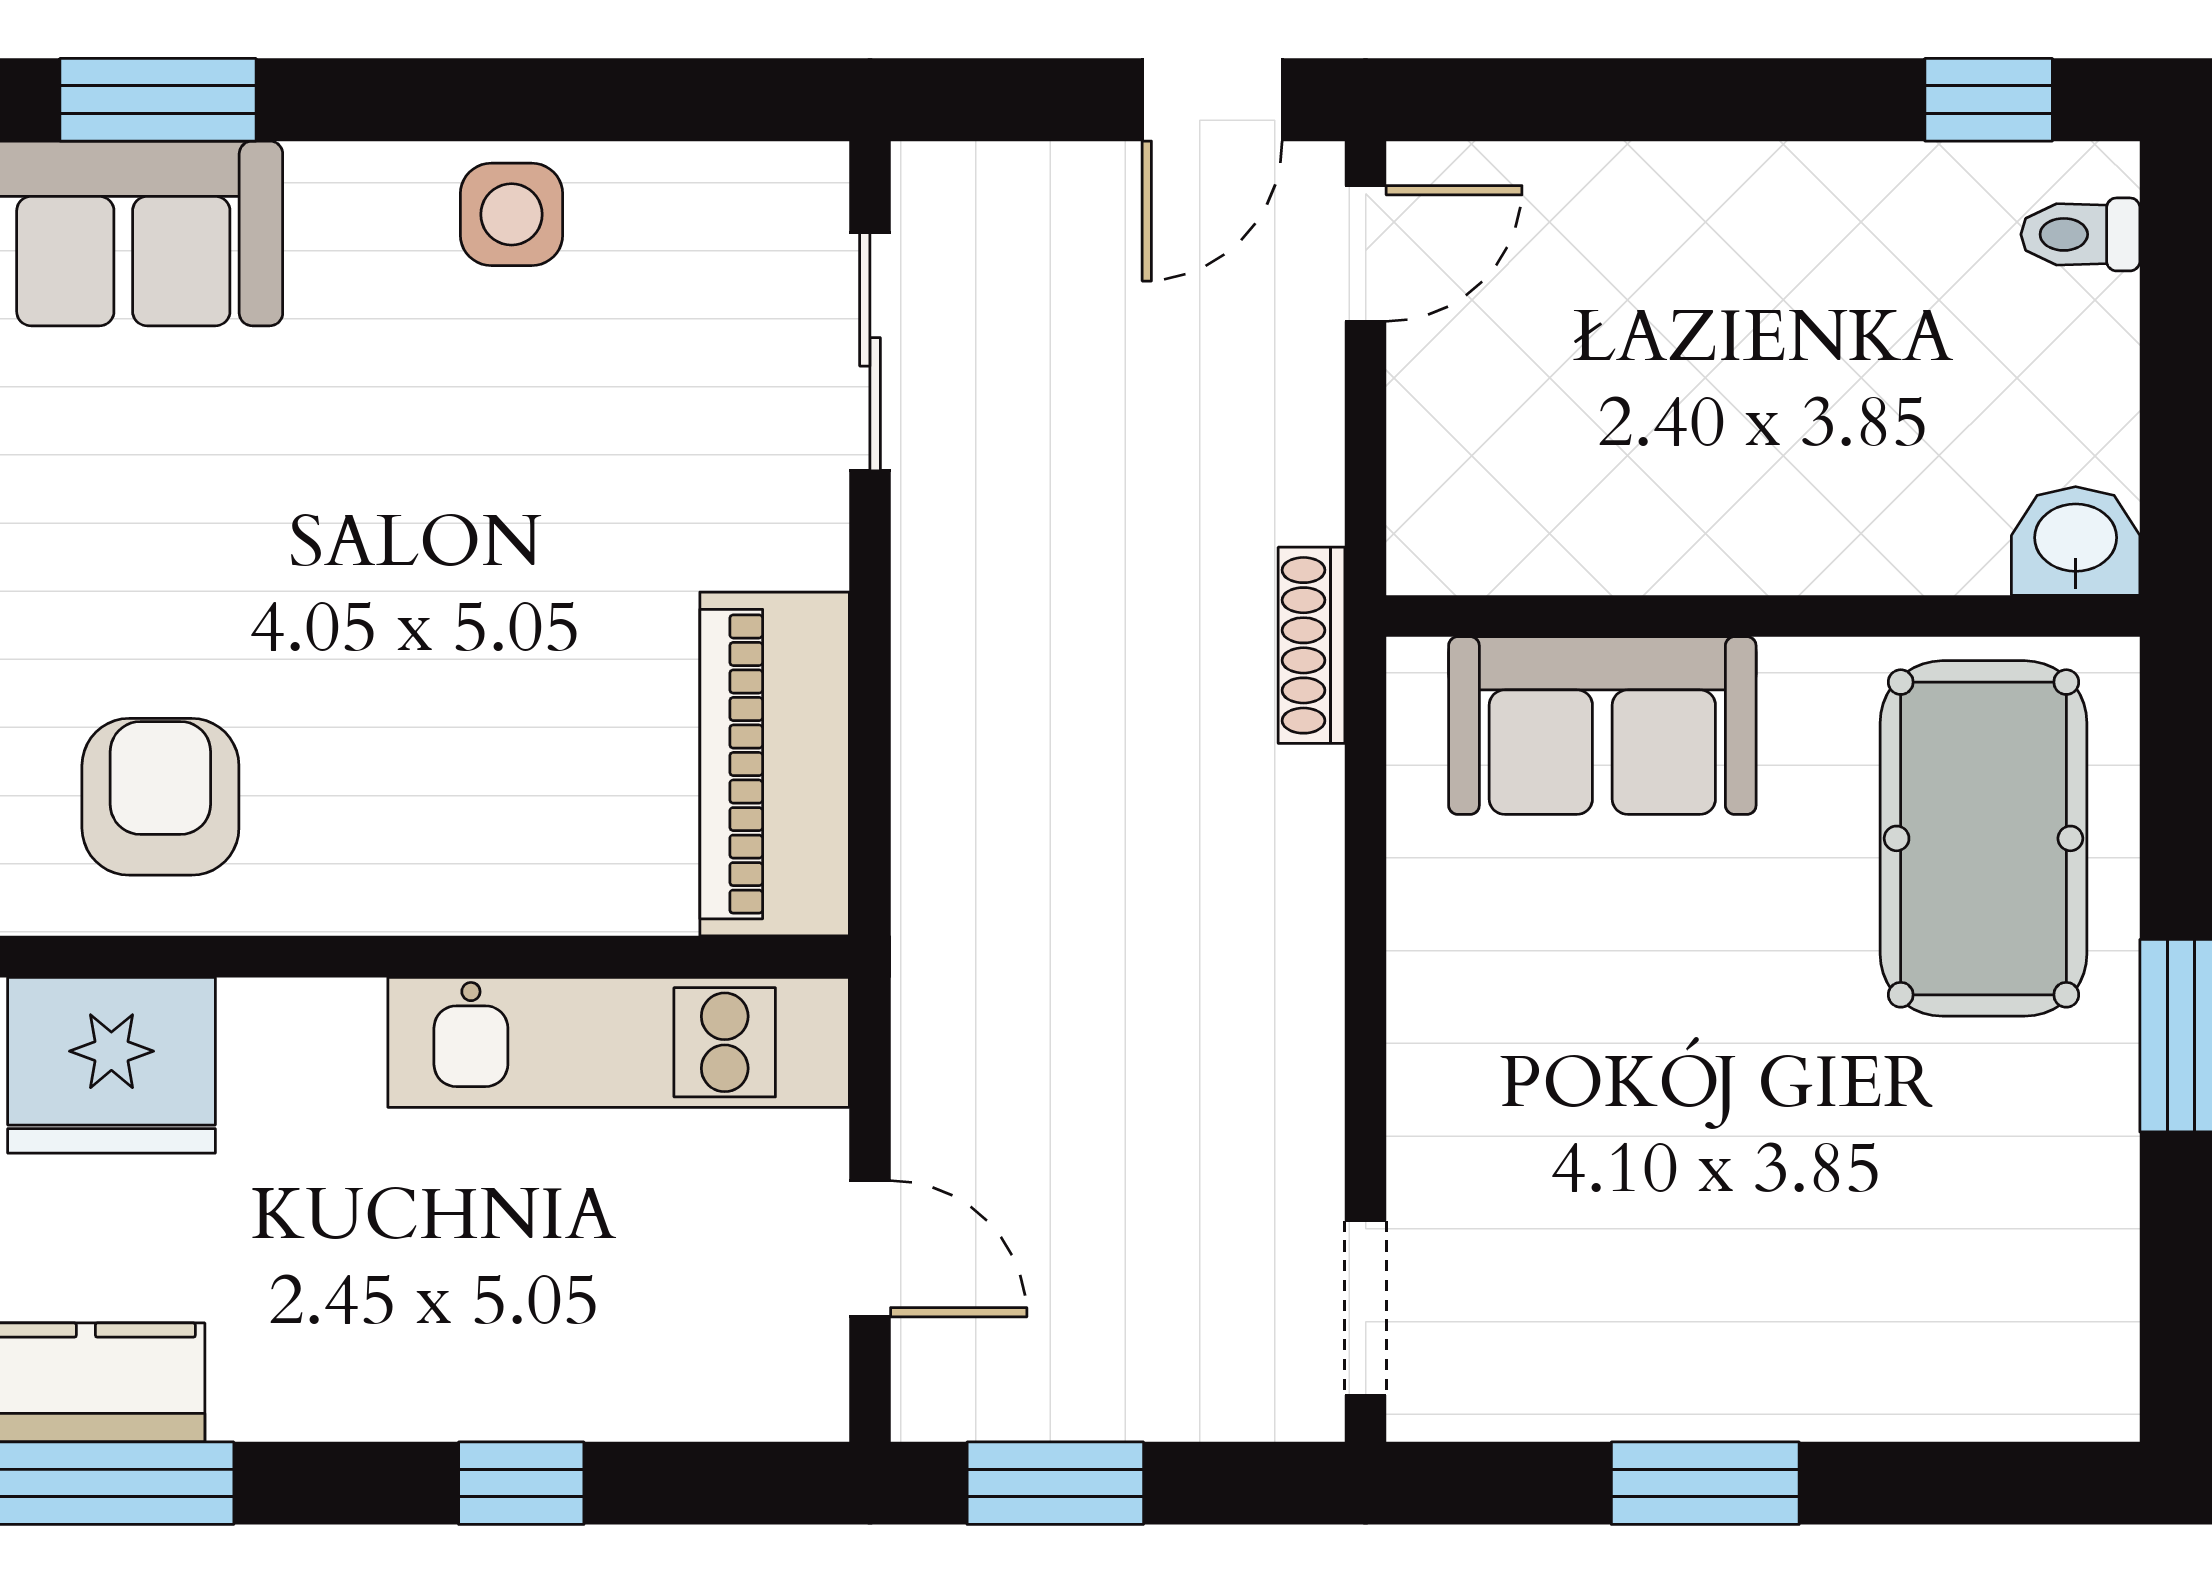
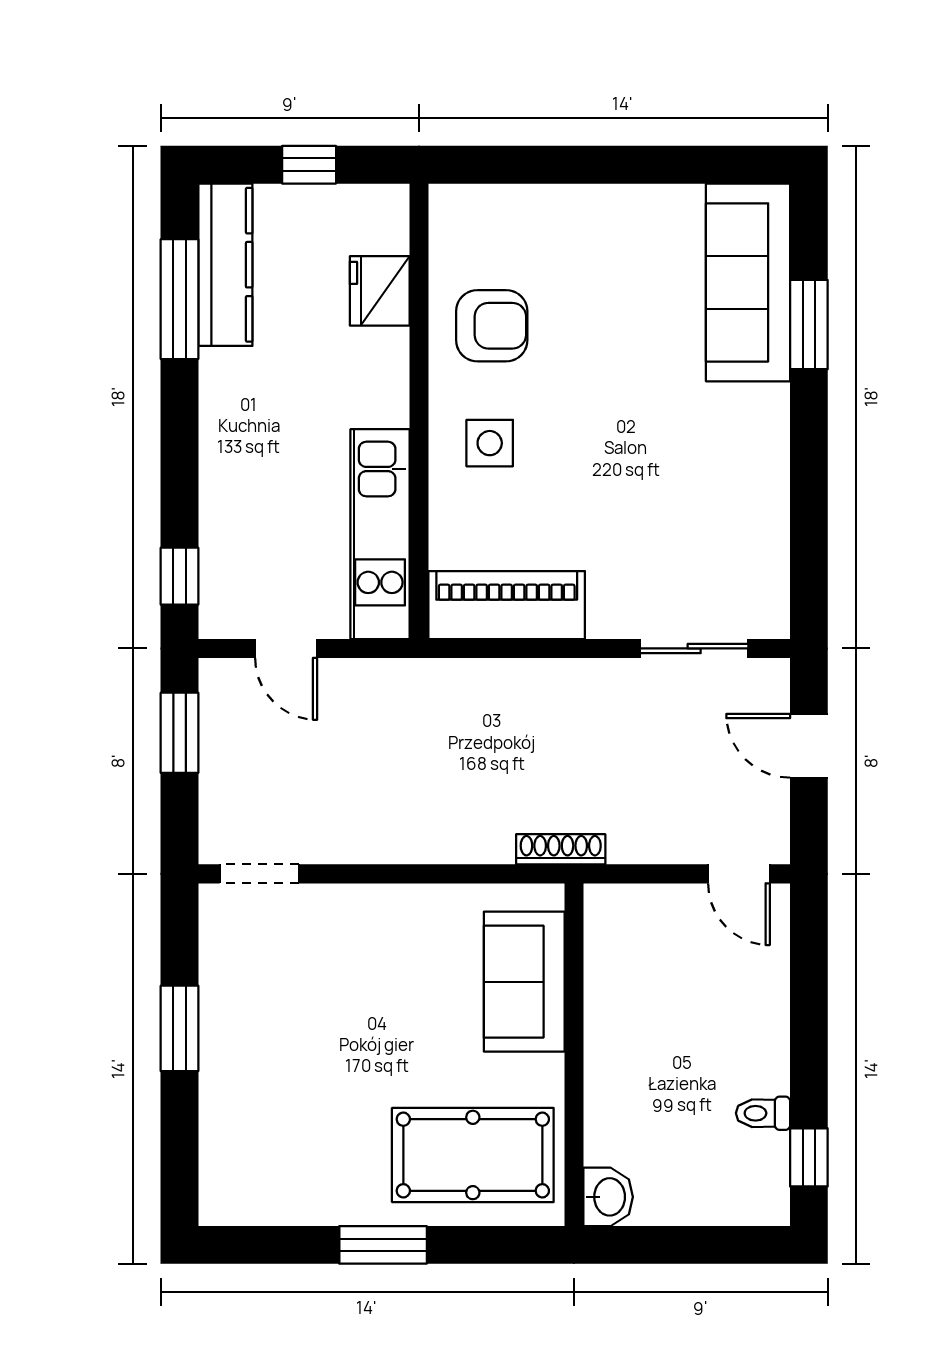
door: (1212, 100) -> (809, 746), moved
side table: (512, 214) -> (490, 443), moved
toilet: (2080, 234) -> (763, 1113), moved, turned -90
fridge: (111, 1065) -> (380, 291), width x0.73, depth x0.75
door: (870, 1249) -> (286, 648), hinge flipped
window: (521, 1483) -> (180, 576), moved

